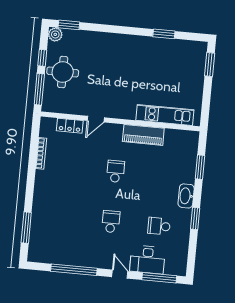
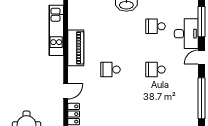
door: (96, 119) -> (66, 91), hinge flipped
school desk: (159, 226) -> (156, 26), turned 90

